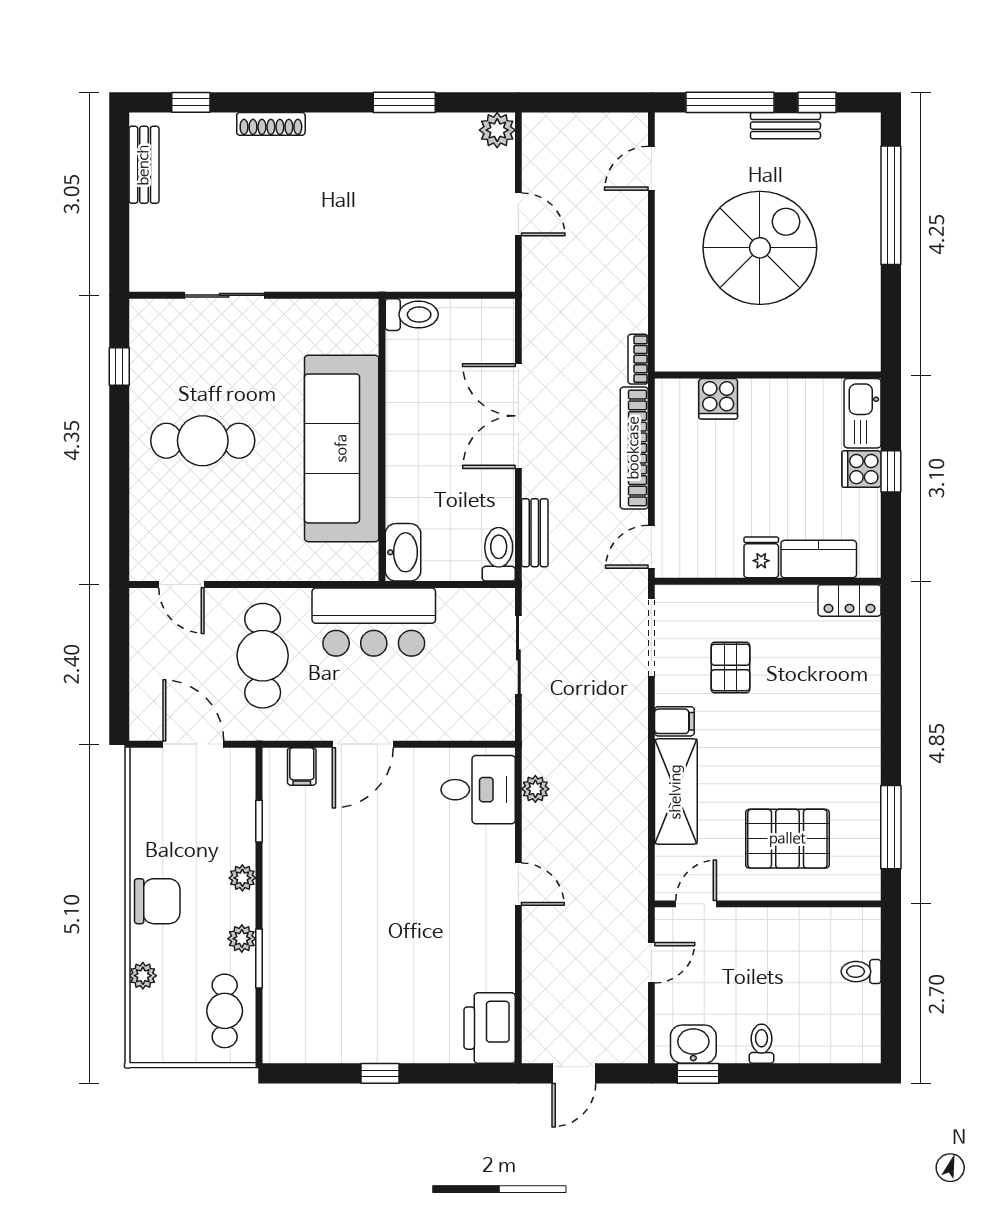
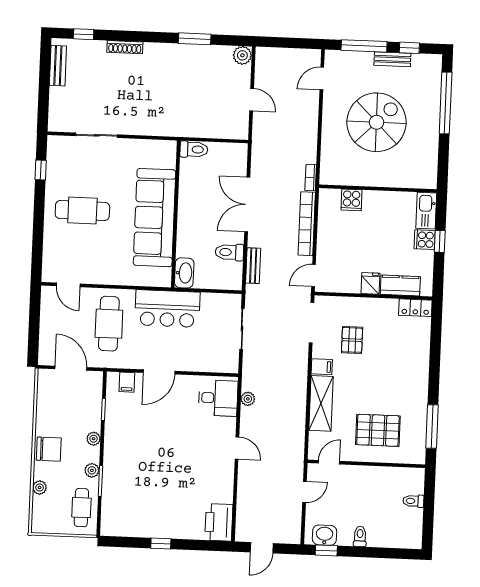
toilet: (499, 554) -> (229, 252), moved, turned -90

